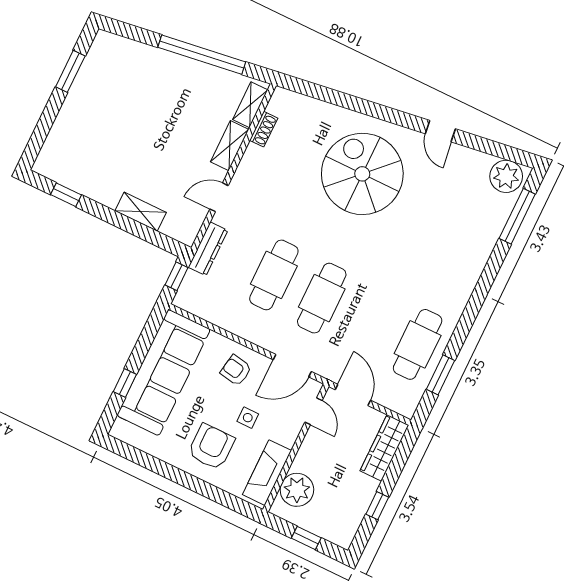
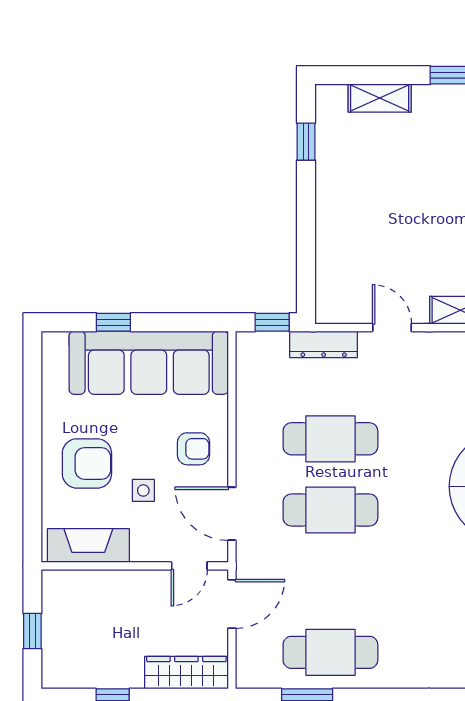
shelving: (141, 212) -> (380, 98), moved, turned 90
armchair: (236, 370) -> (194, 449), turned 80
plant: (297, 490) -> (85, 592), removed

